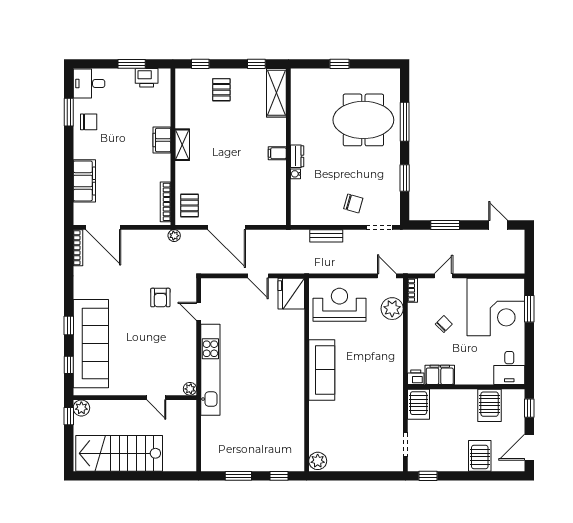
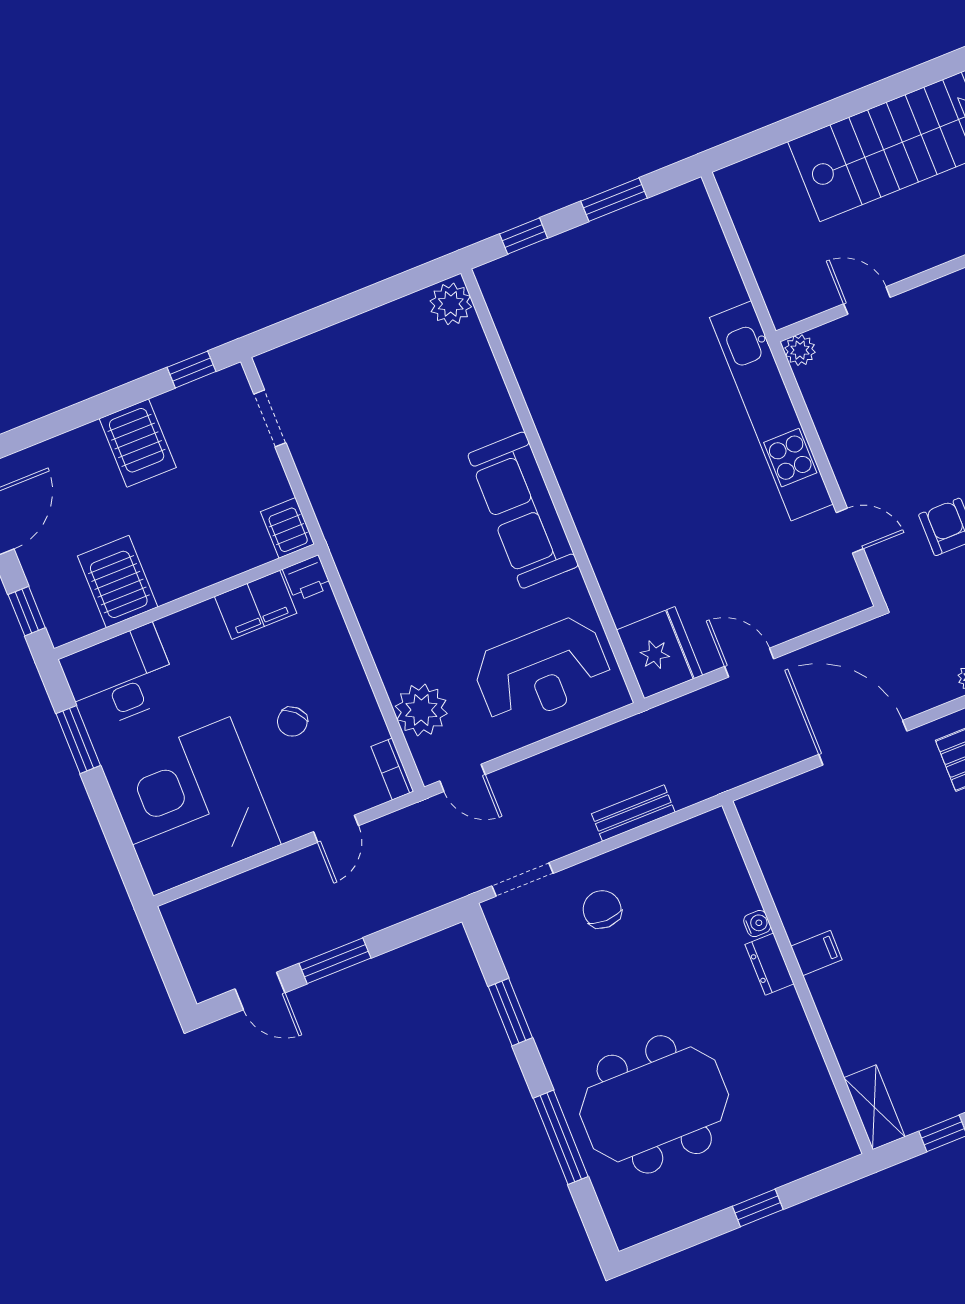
shelving: (276, 93) -> (874, 1107), width x0.67, depth x0.75
chair: (353, 203) -> (602, 909), turned 74
window: (445, 225) -> (335, 961), moved
window: (529, 309) -> (78, 740), moved
desk: (509, 368) -> (120, 677), width x1.37
server rack: (419, 404) -> (287, 528), width x0.73, depth x0.70
server rack: (480, 456) -> (138, 443), moved

